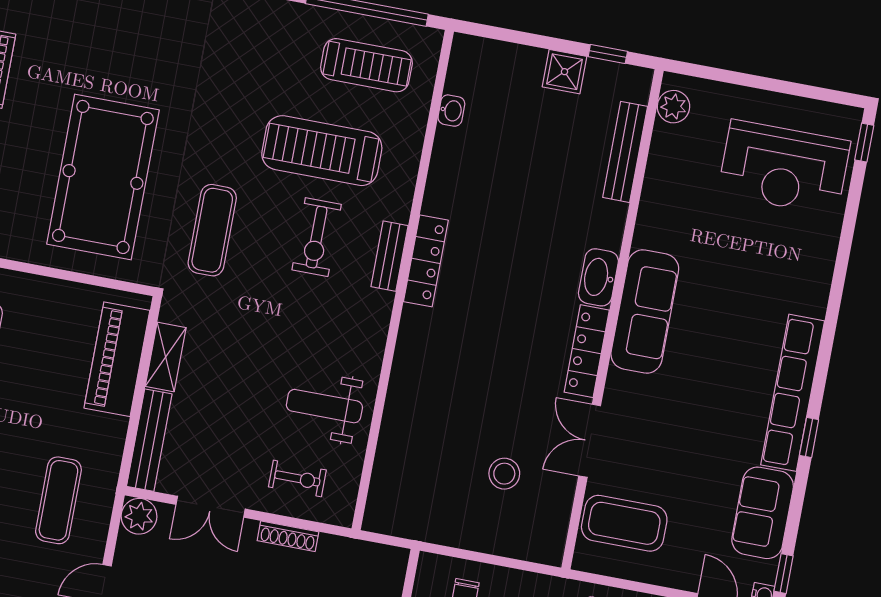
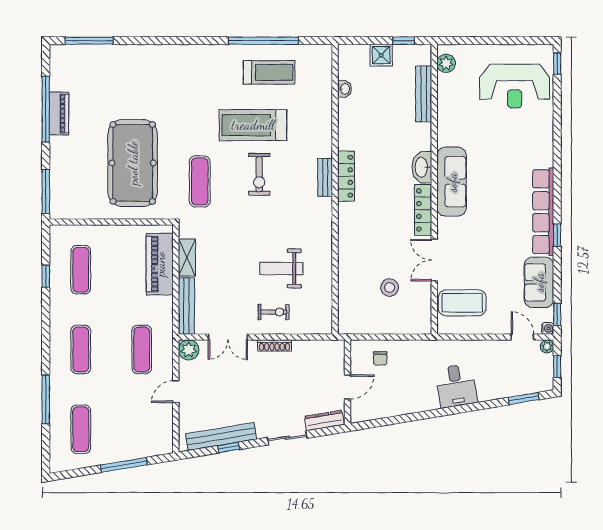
washbasin: (451, 111) -> (345, 89), moved
bench: (389, 256) -> (325, 177), moved
locker: (426, 261) -> (346, 176), moved
wall: (403, 280) -> (335, 189), moved

